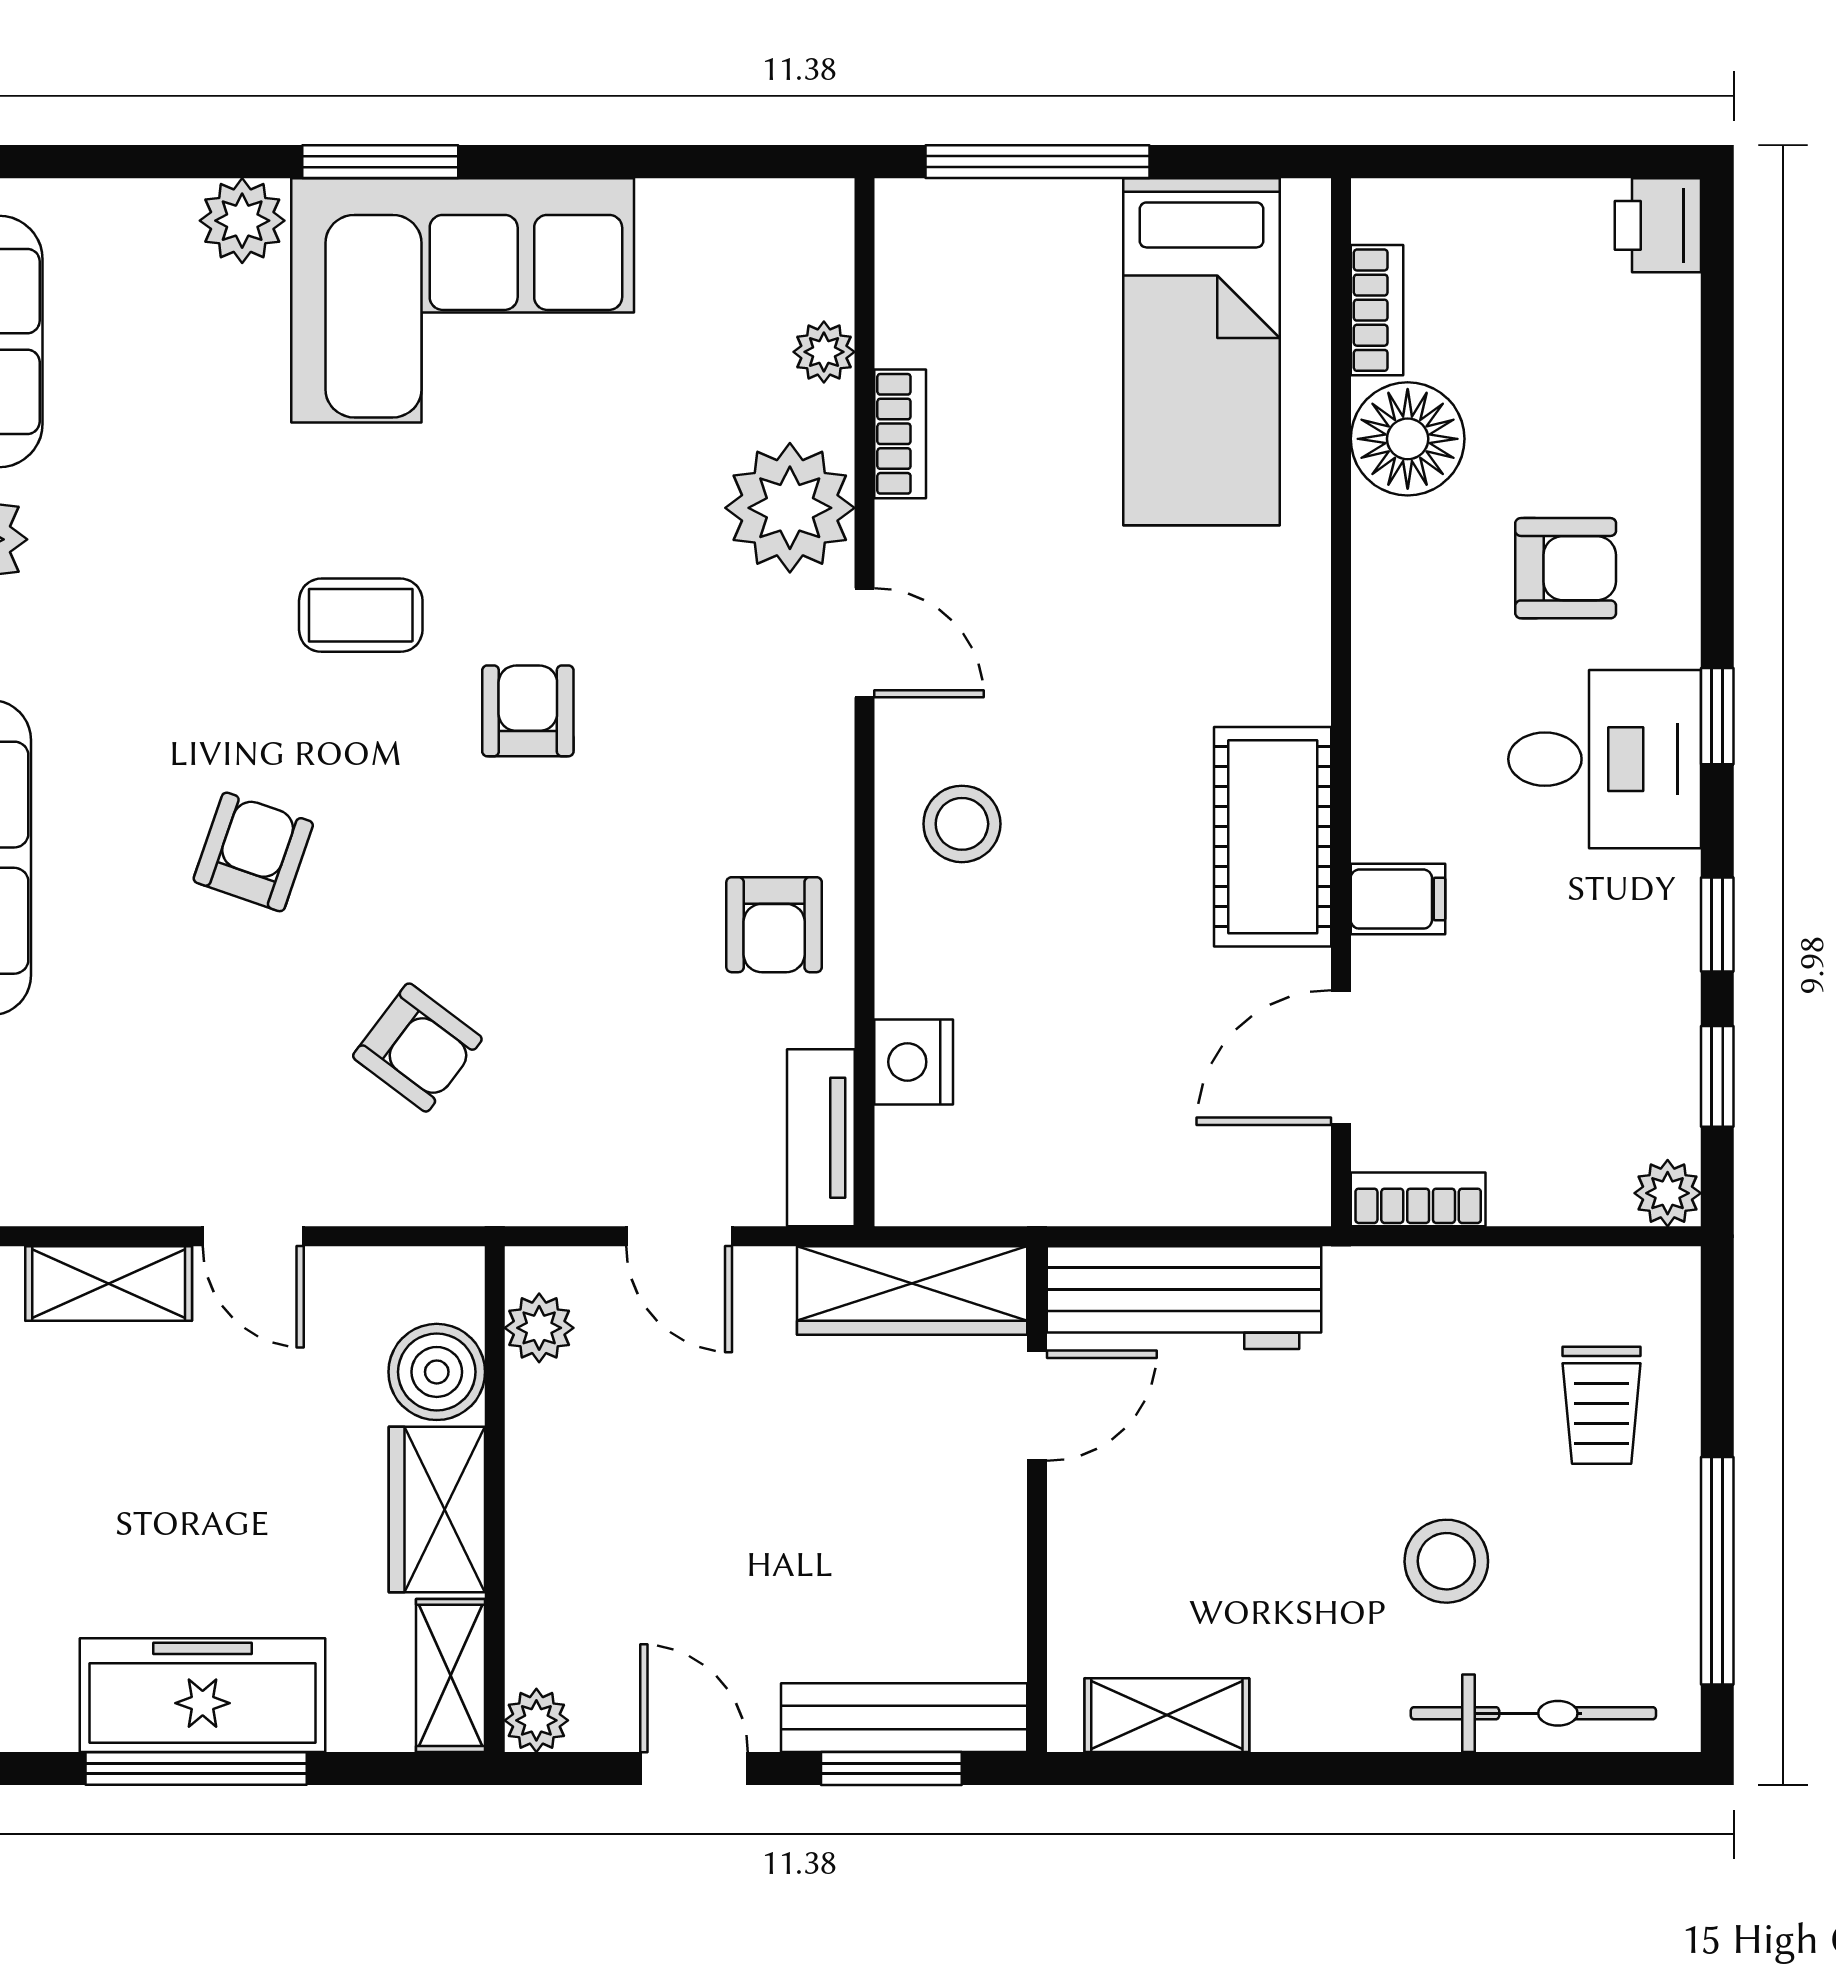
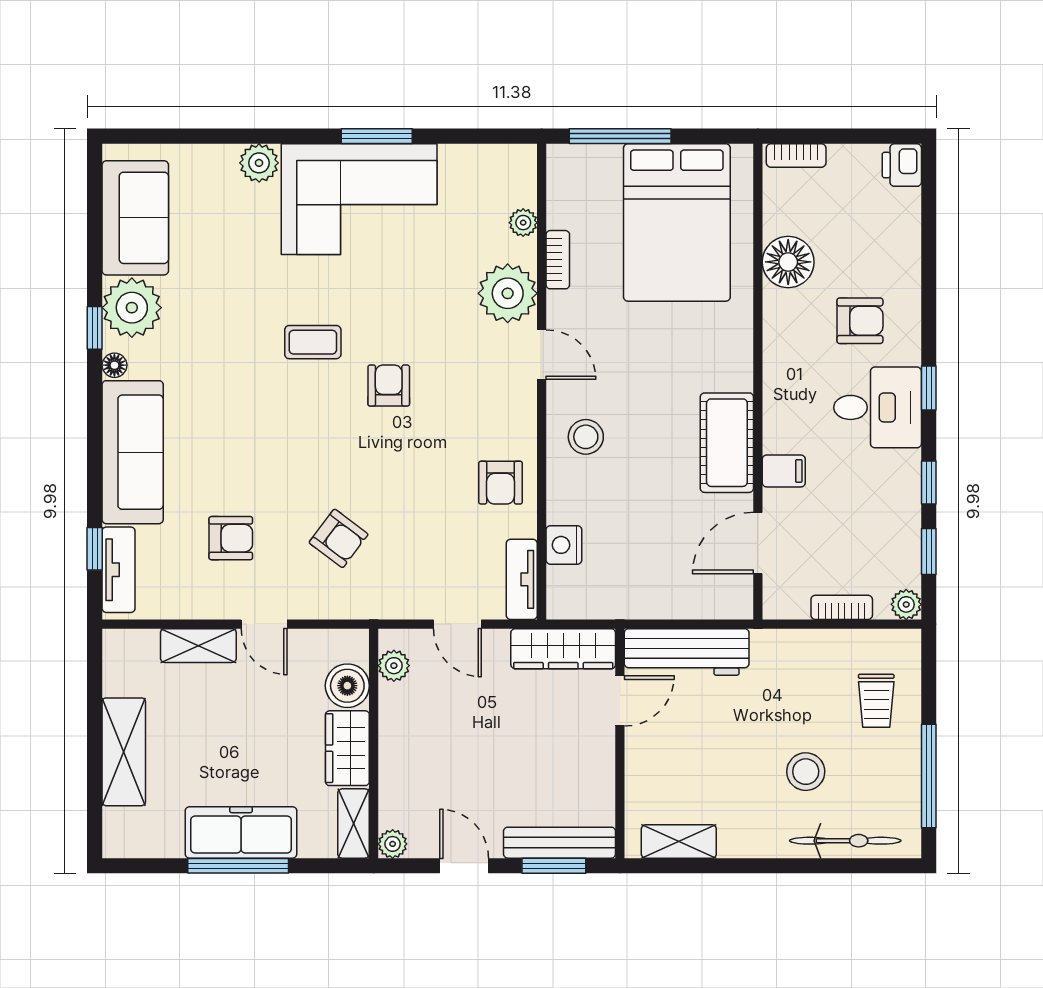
window: (380, 162) -> (377, 136), moved
bookcase: (1377, 310) -> (796, 155), moved, turned 90
bed: (1202, 352) -> (677, 222), width x1.50
armchair: (253, 852) -> (231, 538), moved, turned 71
bookcase: (1418, 1199) -> (842, 607), moved

